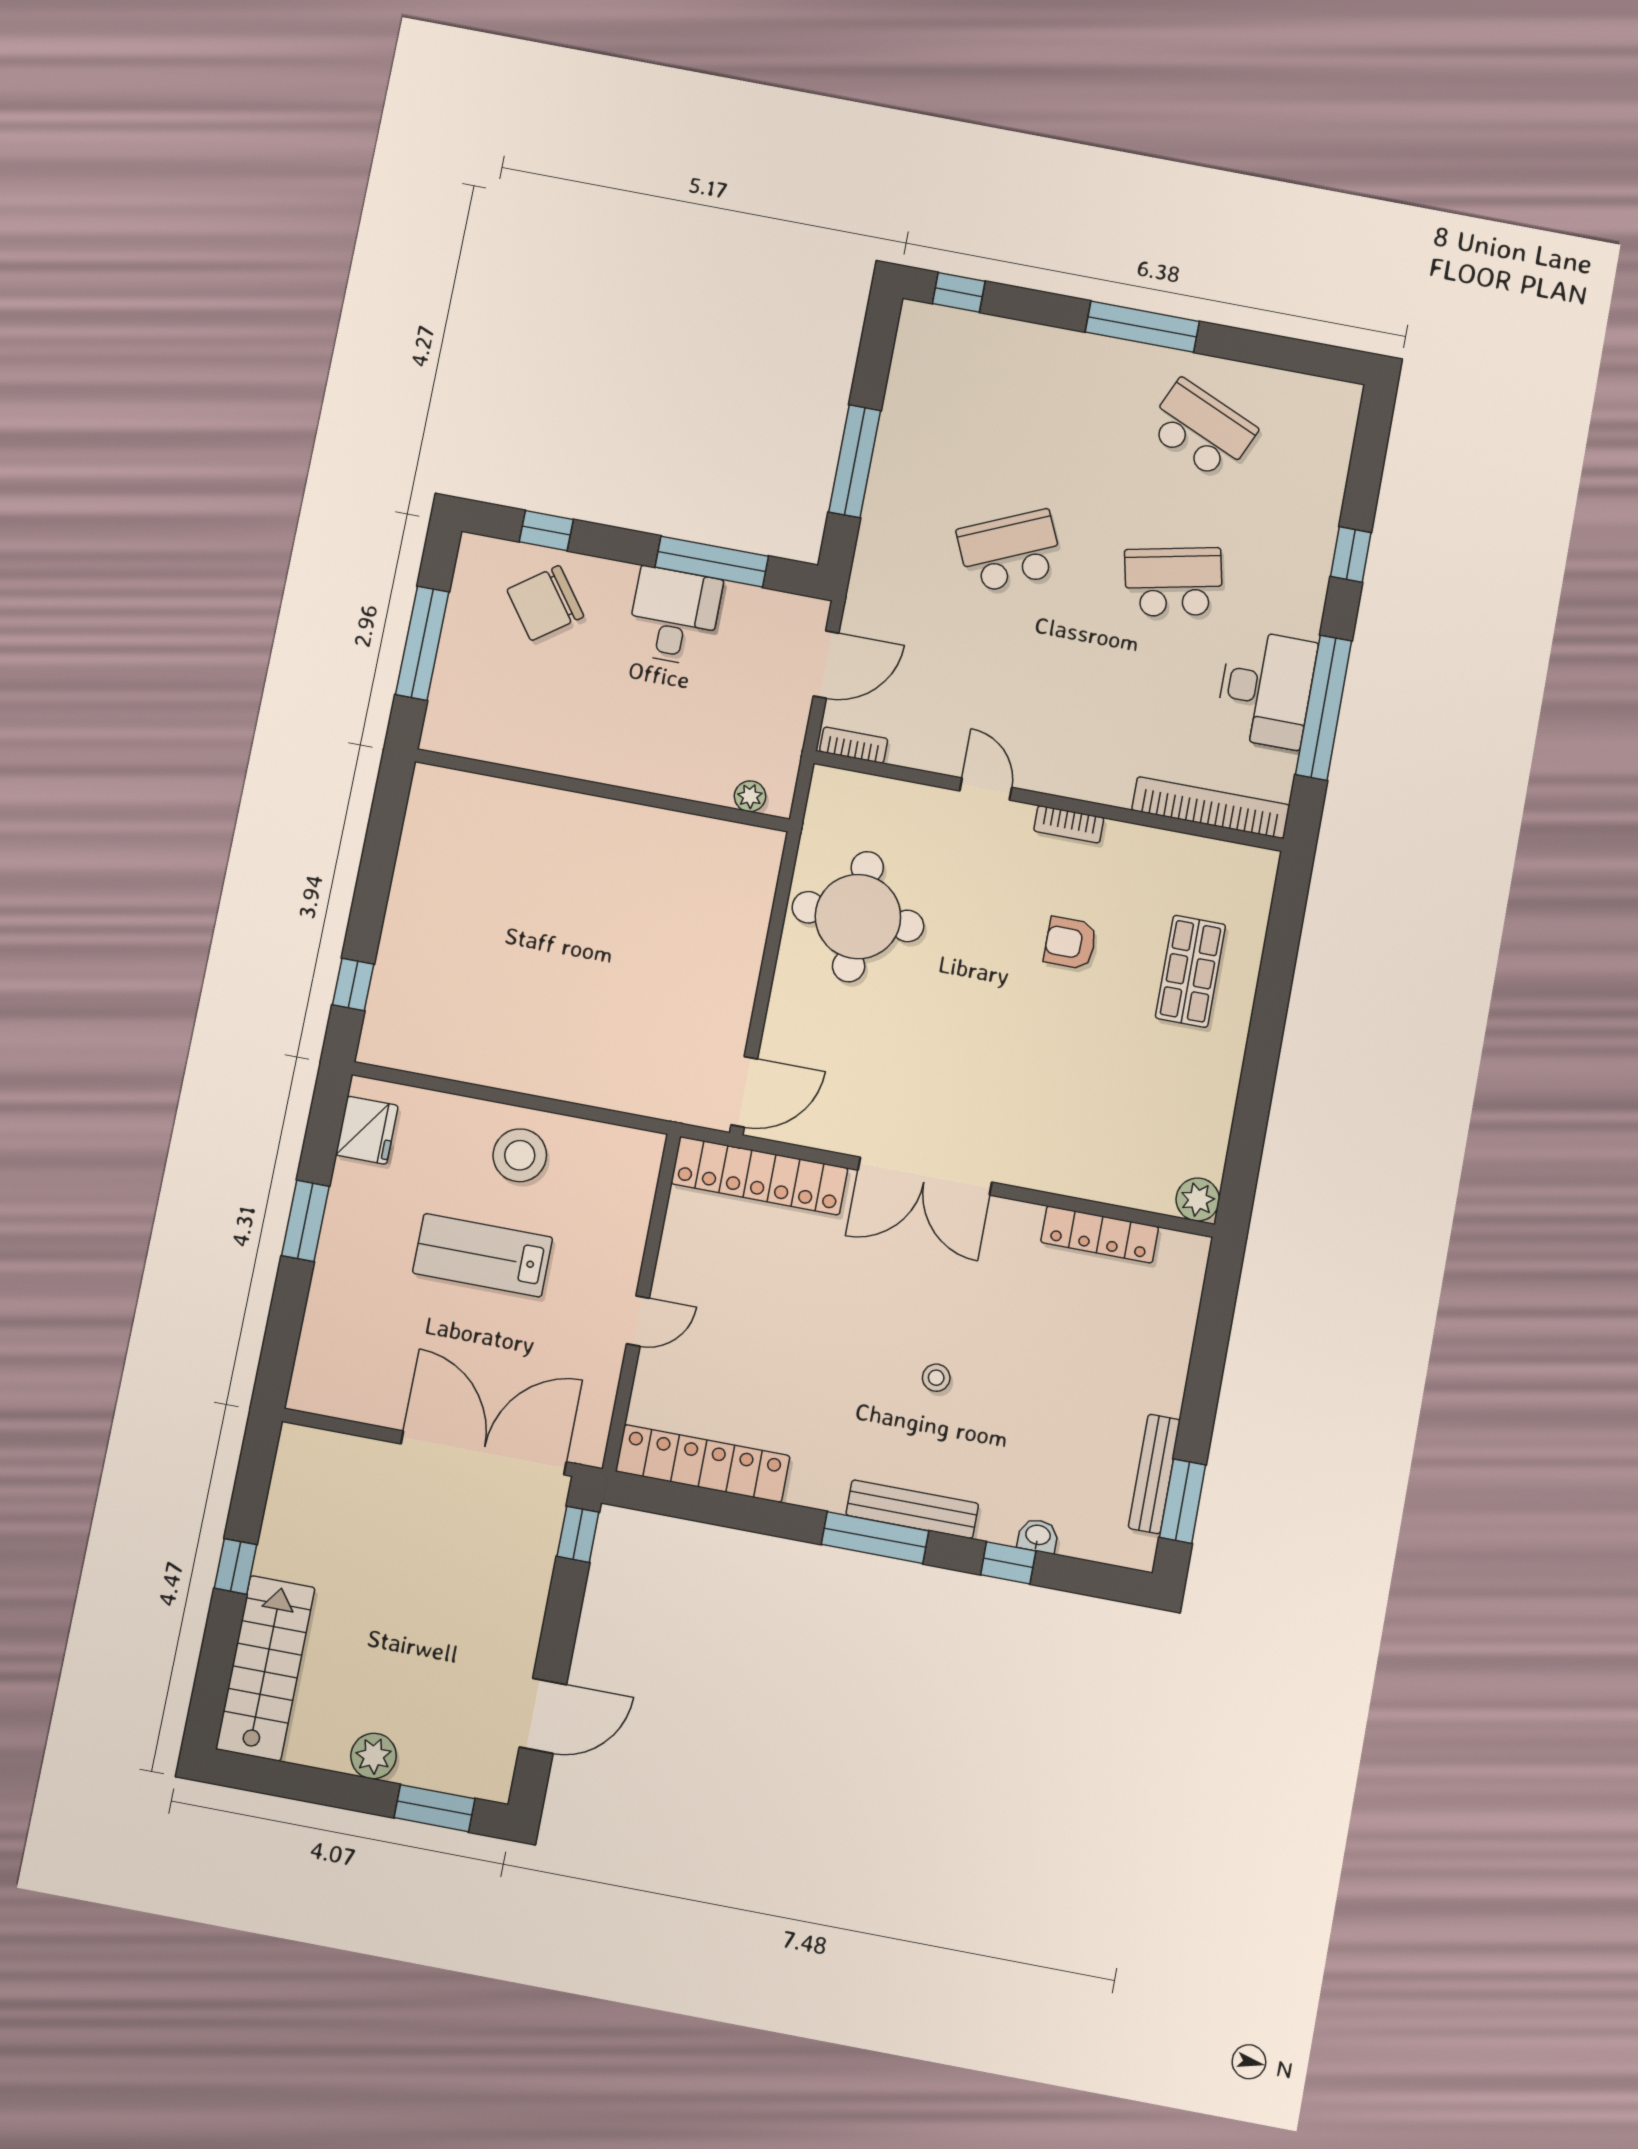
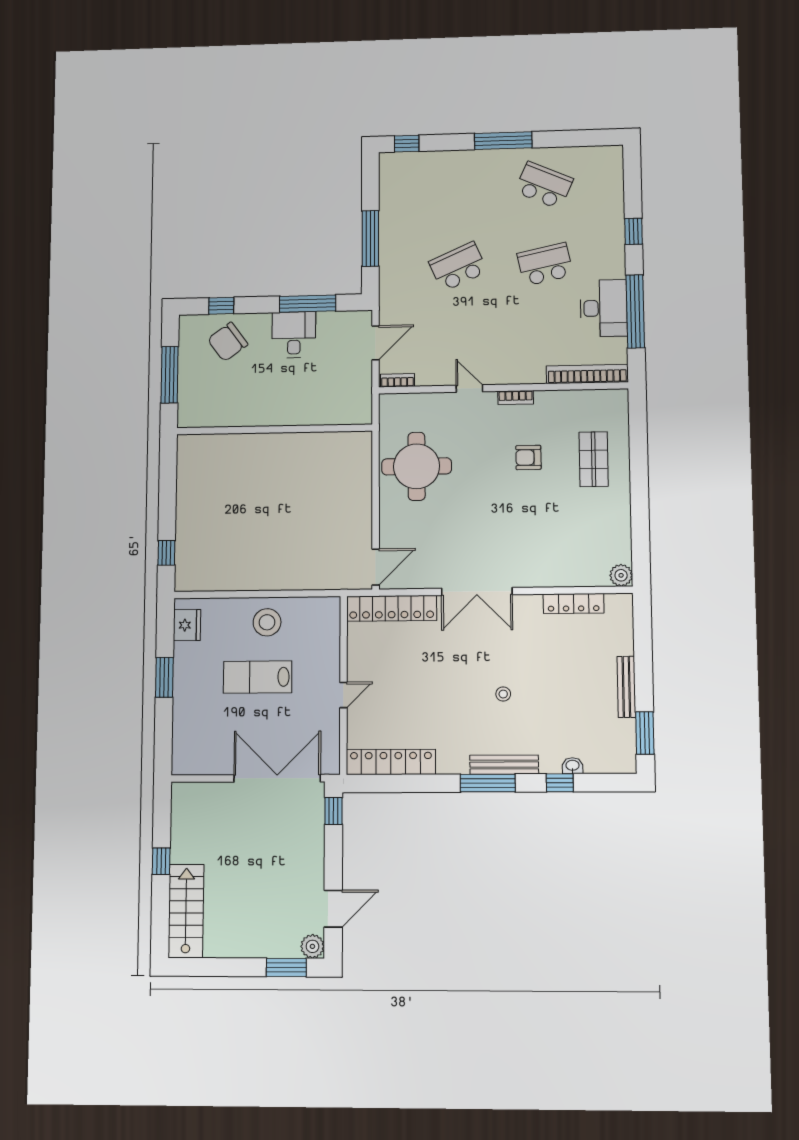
plant: (750, 796) -> (350, 417), removed
bench: (1154, 1474) -> (626, 687), moved
plant: (374, 1756) -> (312, 946), moved

